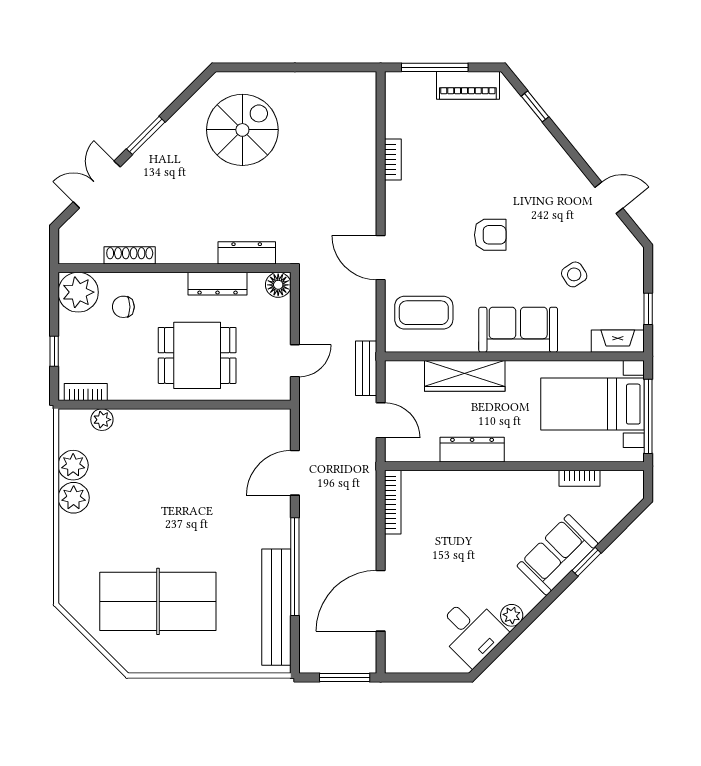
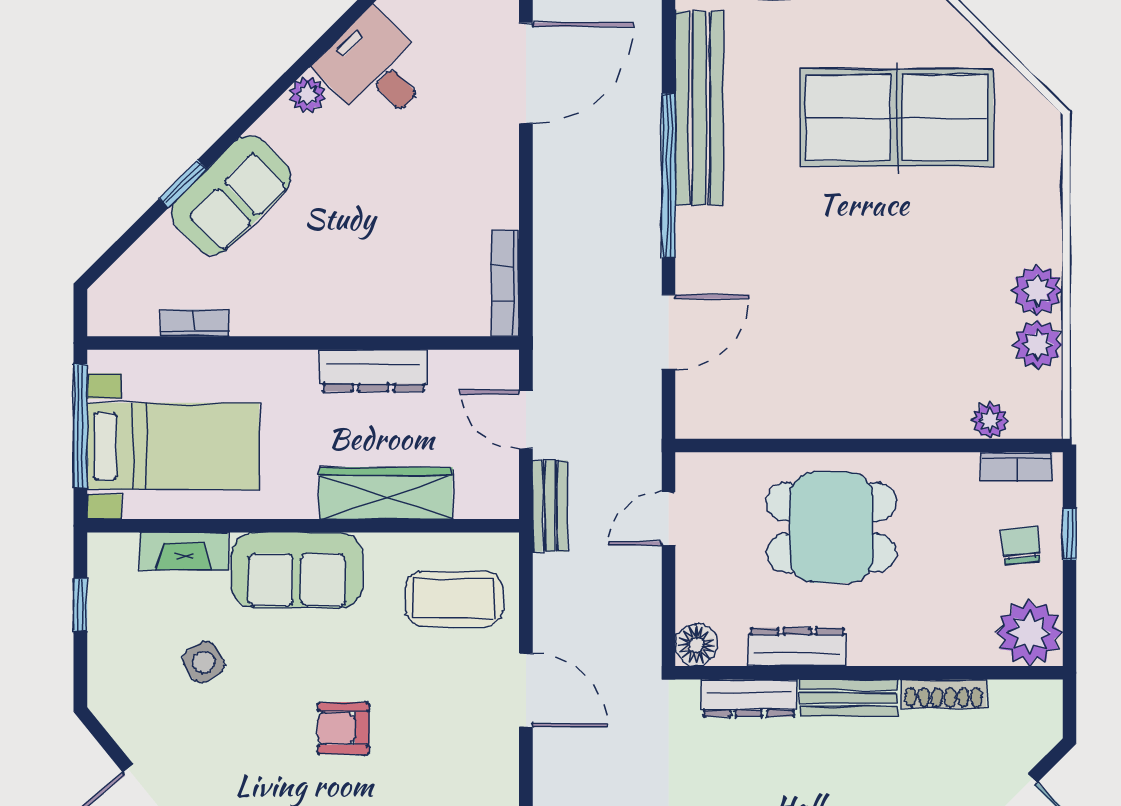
bench: (187, 253) -> (849, 698), added
chair: (123, 307) -> (1021, 545), moved, turned -96
fireplace: (618, 341) -> (184, 551), moved
door: (381, 601) -> (526, 73), moved

